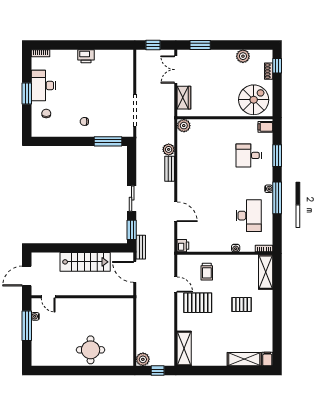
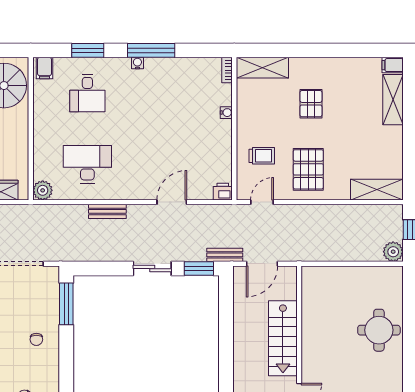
plant: (169, 149) -> (78, 213), removed
desk: (249, 216) -> (87, 164), moved
stairs: (85, 262) -> (283, 338), moved, turned 180
door: (176, 284) -> (262, 202), moved

